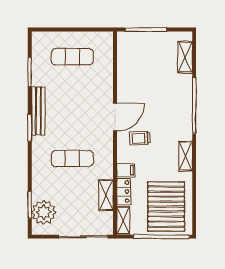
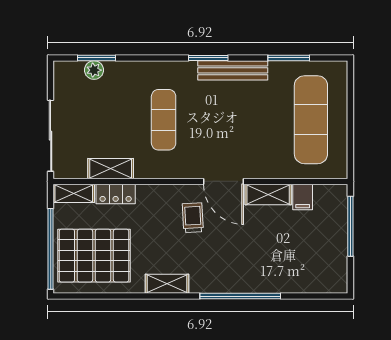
exercise mat: (72, 57) -> (311, 120), width x1.36, depth x1.45
shelving: (185, 57) -> (268, 194), moved
filing cabinet: (126, 170) -> (303, 197), moved
plant: (44, 212) -> (94, 70), width x0.53, depth x0.53

